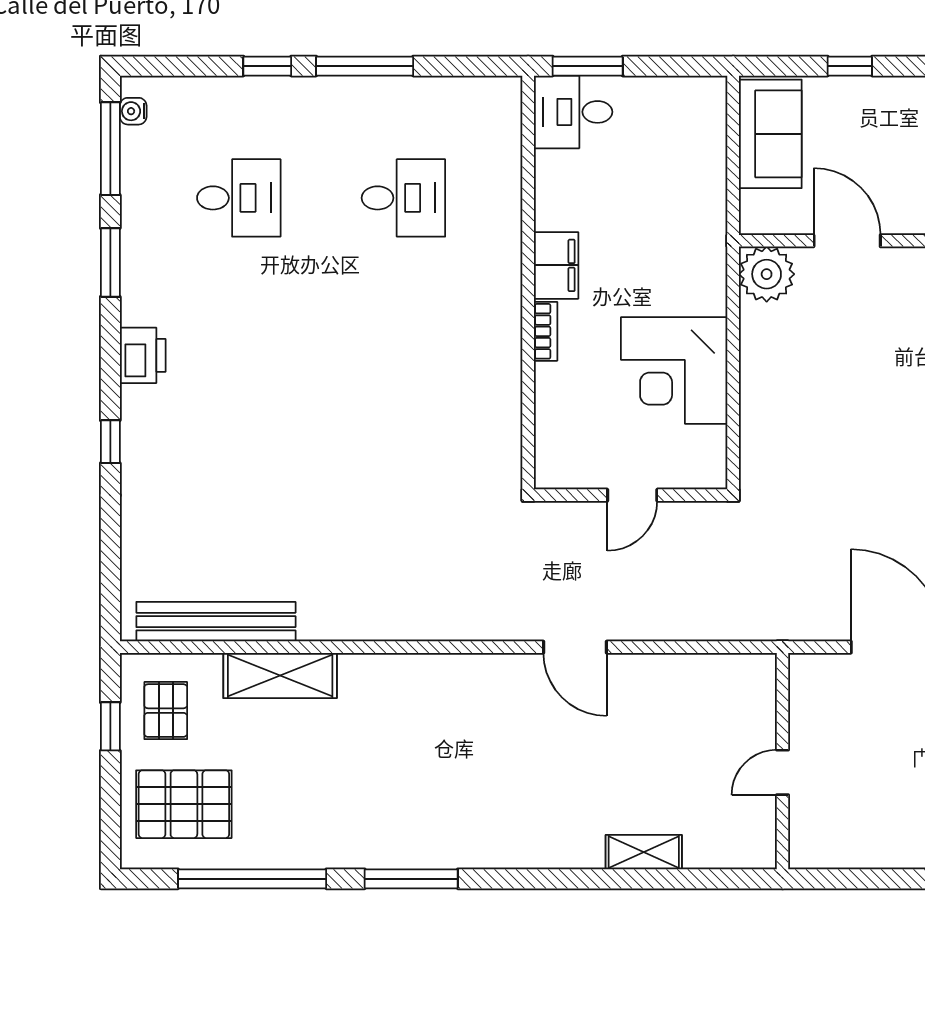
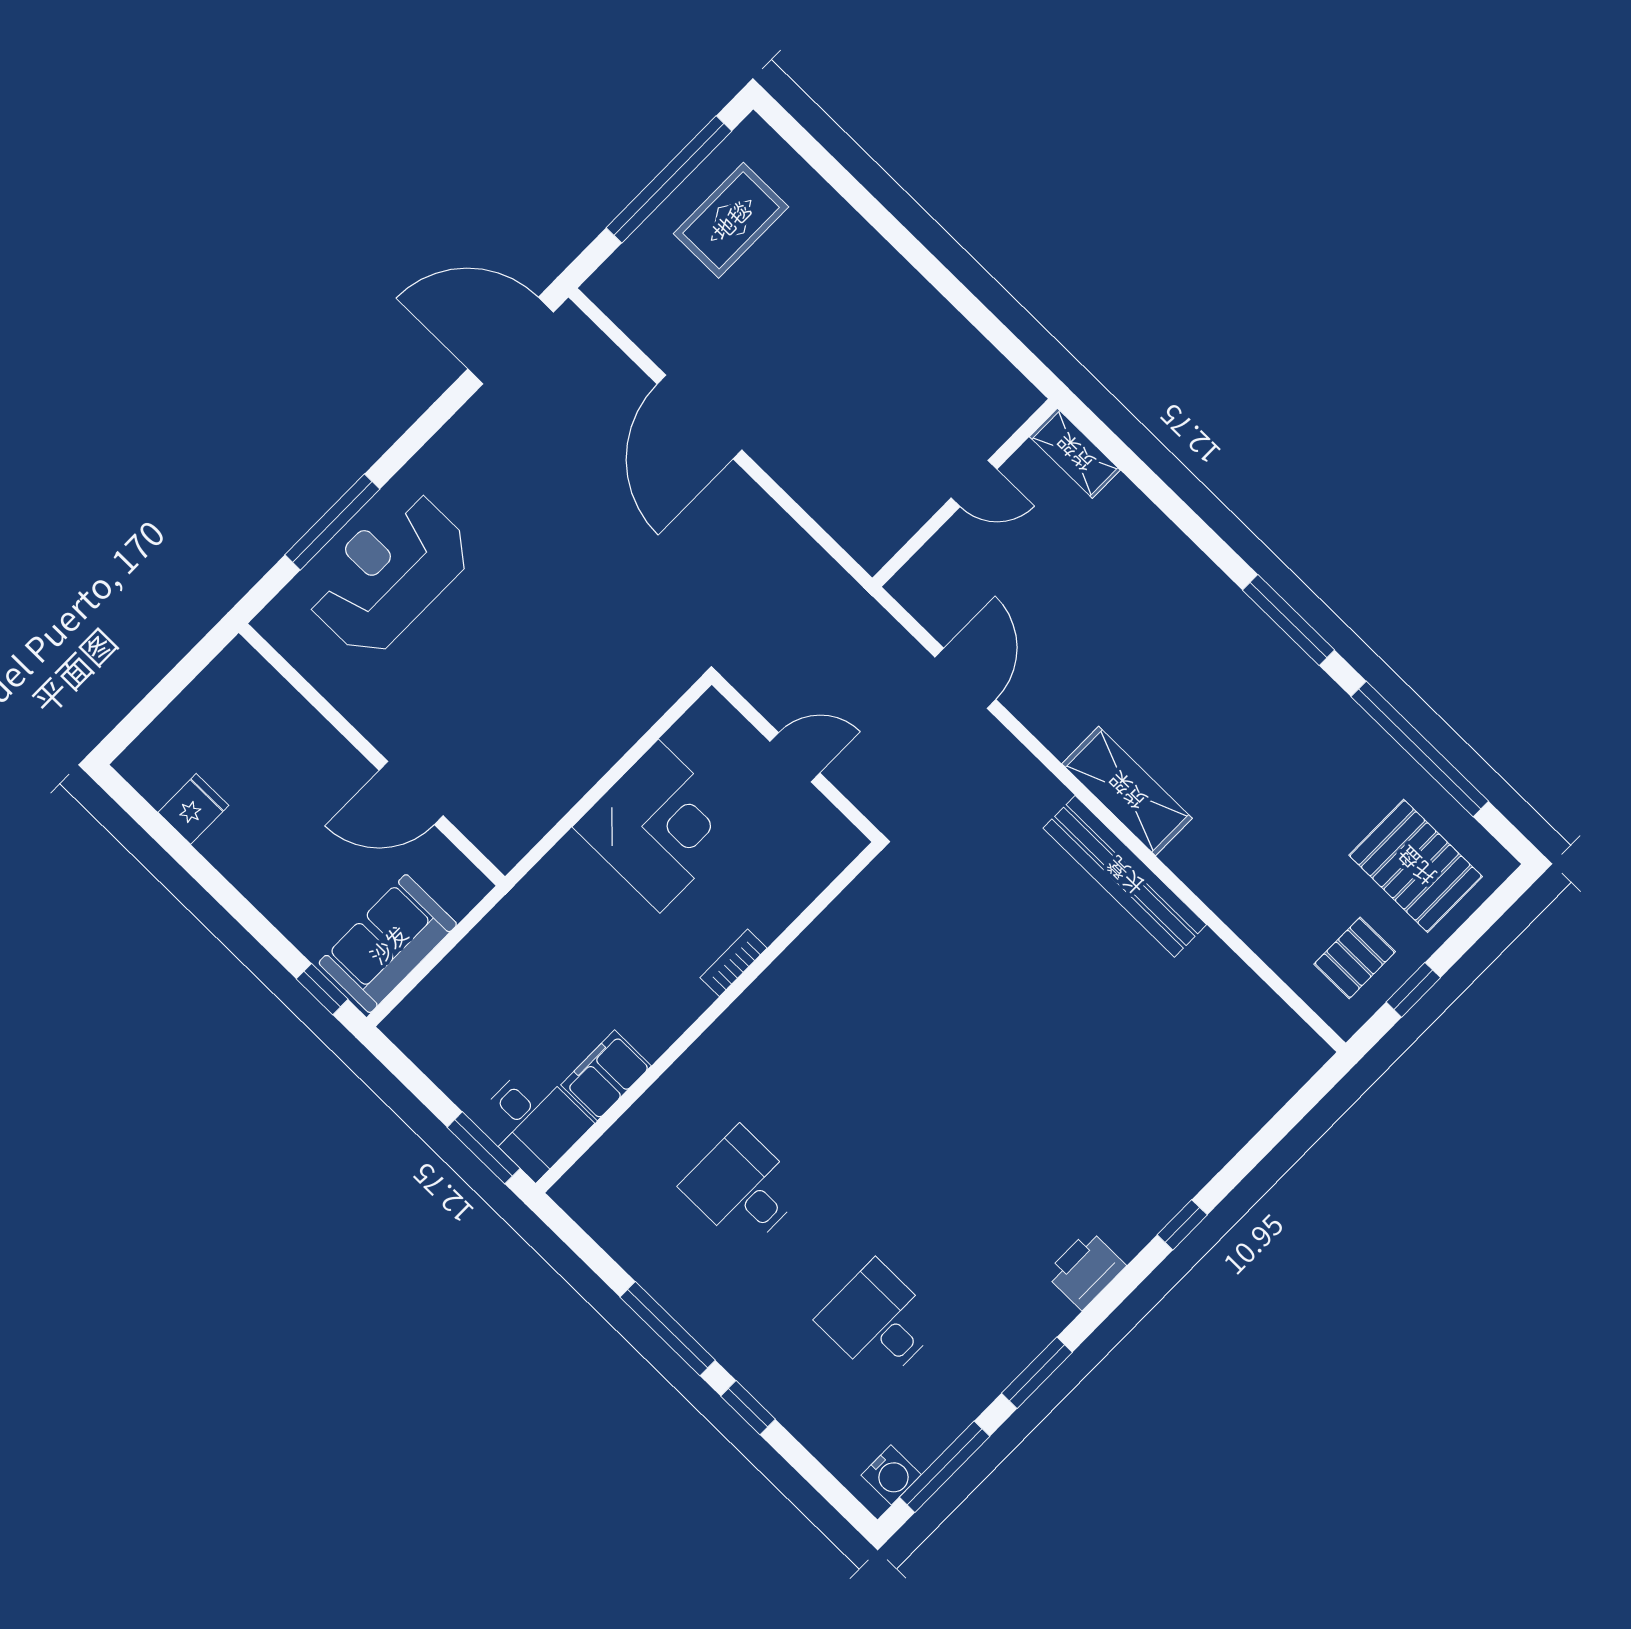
window: (850, 66) -> (322, 989), moved
water cooler: (133, 111) -> (891, 1475), width x1.38, depth x1.38
door: (847, 241) -> (411, 793), hinge flipped
filing cabinet: (556, 265) -> (606, 1075), moved
plant: (767, 274) -> (505, 831), removed
bench: (216, 622) -> (1125, 876), moved
shelving: (280, 676) -> (1127, 791), moved
wall: (783, 761) -> (965, 493), moved
door: (783, 772) -> (974, 484), moved

